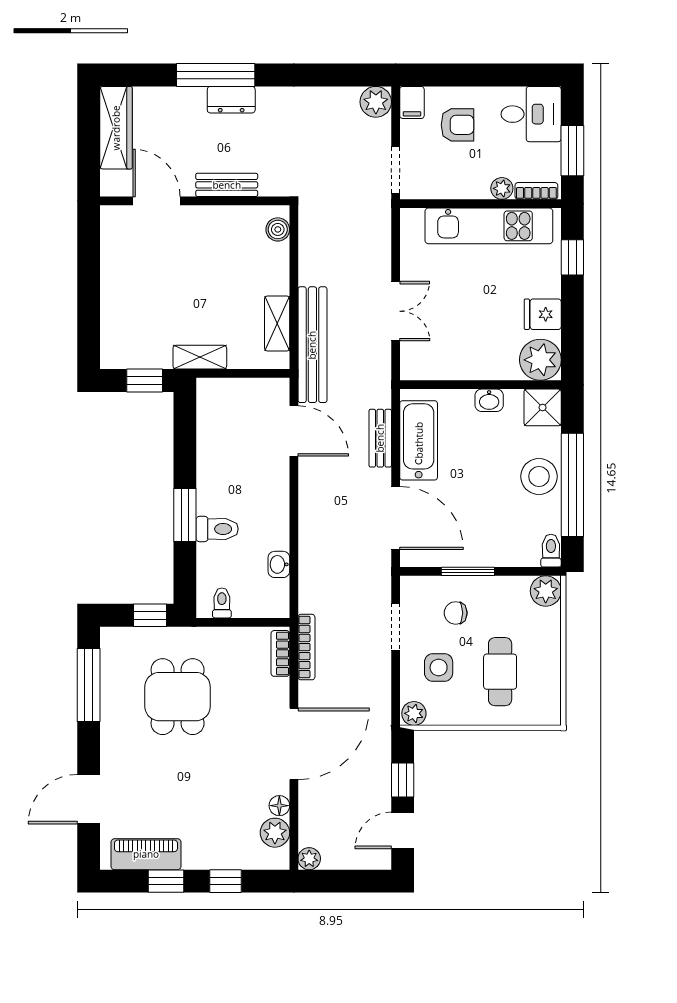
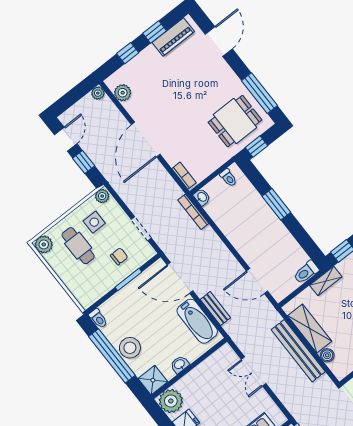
boiler: (278, 229) -> (327, 355), moved
shelving: (277, 323) -> (310, 328), width x1.50, depth x1.33
bench: (312, 345) -> (298, 351), moved
toilet: (217, 529) -> (306, 272), moved
washbasin: (279, 564) -> (202, 197), moved
plant: (546, 591) -> (44, 244), moved
bookcase: (306, 647) -> (193, 212), moved
side table: (439, 667) -> (94, 222), moved
dining table: (178, 697) -> (235, 121), moved, turned 90
floor lamp: (279, 806) -> (130, 106), removed

